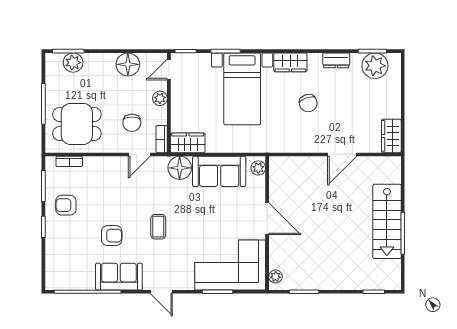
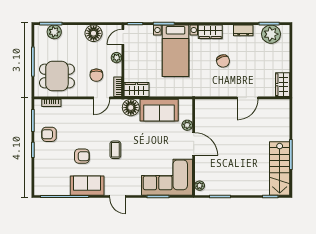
plant: (258, 168) -> (187, 125), moved
stairs: (387, 221) -> (280, 169), moved

